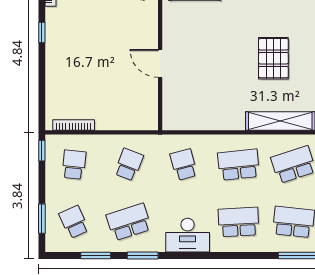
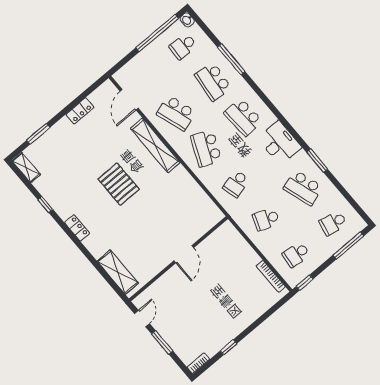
pallet: (273, 58) -> (119, 184), turned 90
school desk: (239, 165) -> (206, 148), turned 30
window: (42, 219) -> (348, 246), width x1.44
school desk: (74, 222) -> (333, 223), turned 36
window: (96, 255) -> (343, 191), removed

